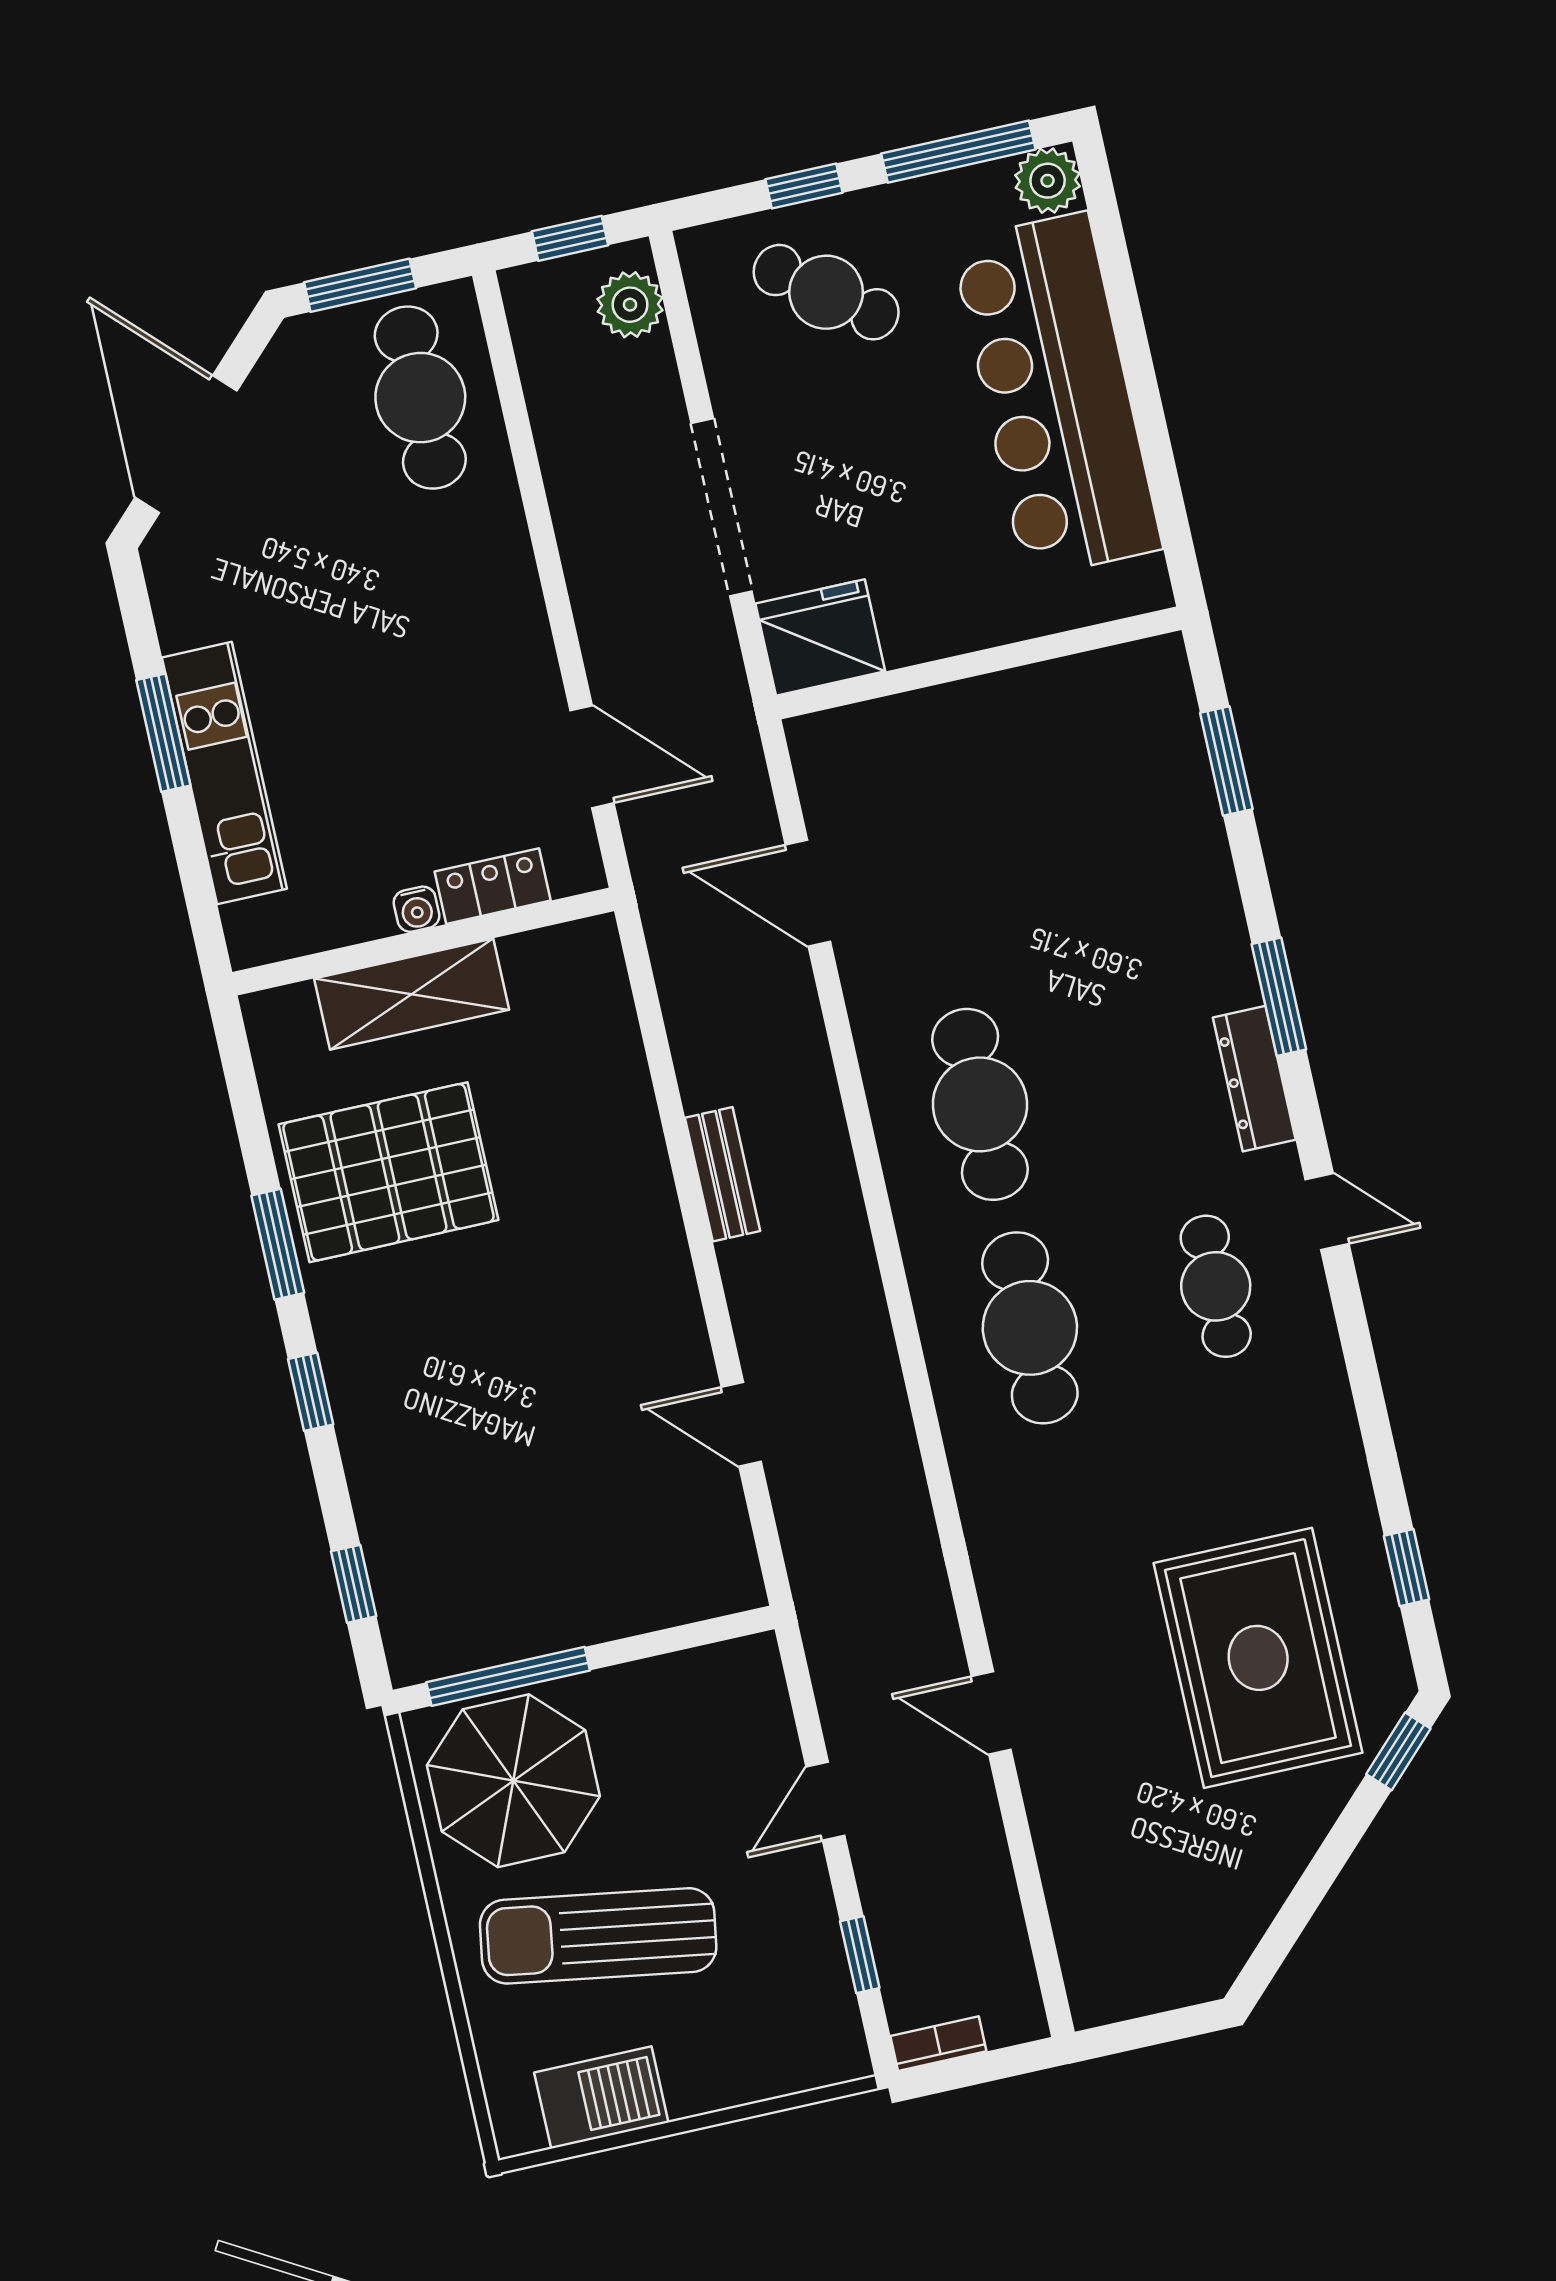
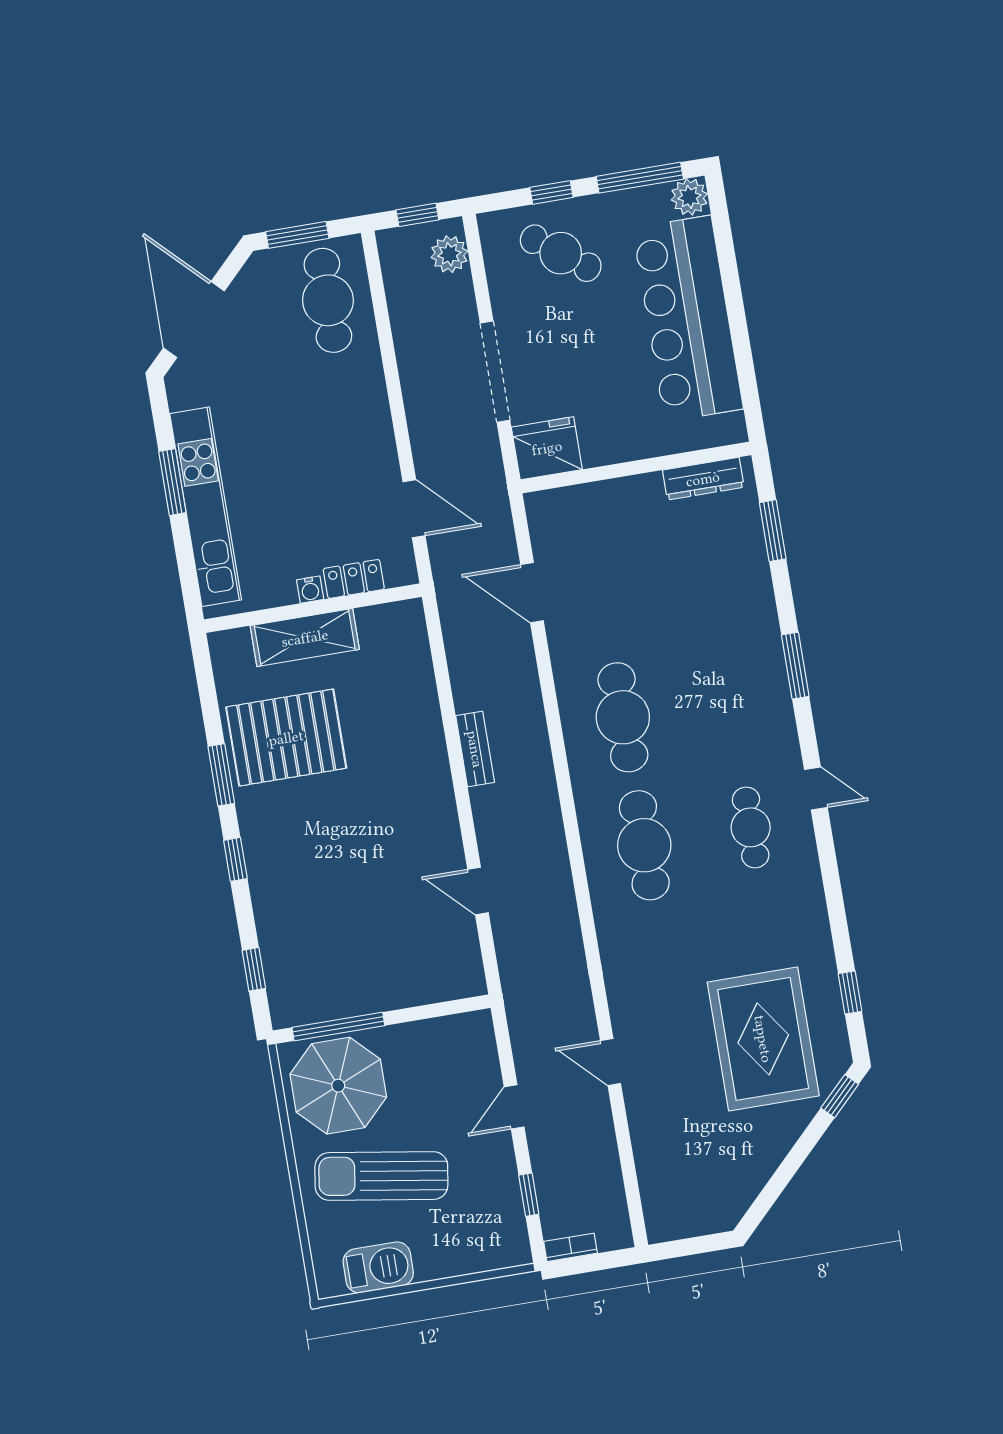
kitchen unit: (224, 773) -> (206, 507), width x1.36
dresser: (1254, 1079) -> (703, 479), moved, turned -90

